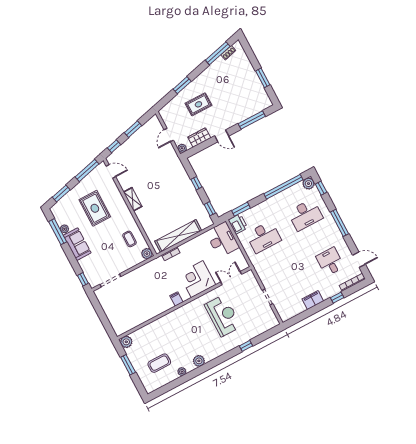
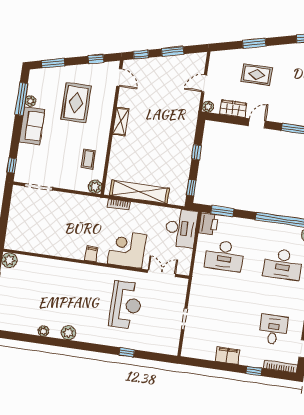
door: (222, 136) -> (257, 123), swing flipped
window: (87, 170) -> (96, 59), width x0.46
coffee table: (159, 363) -> (27, 306), removed

